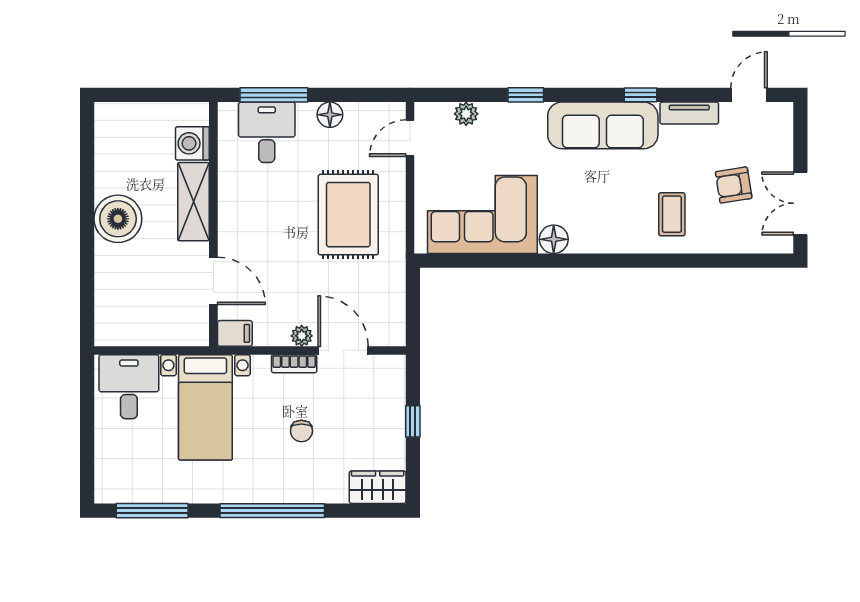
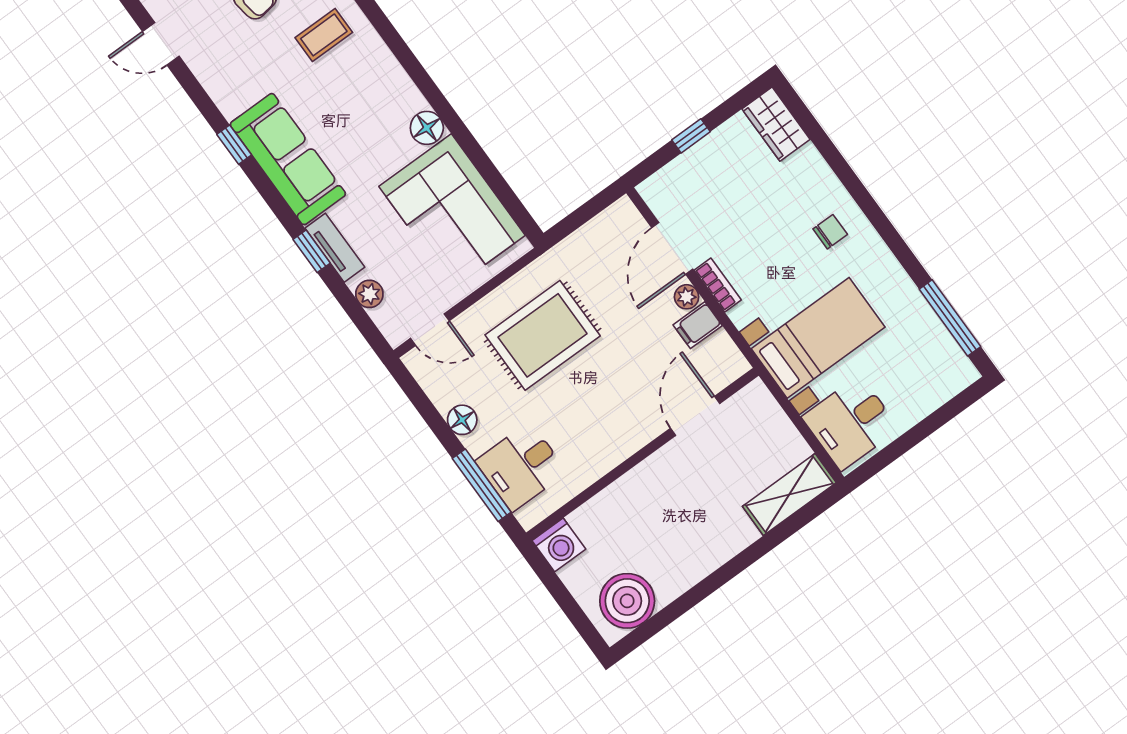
tv unit: (689, 113) -> (335, 248), moved
washing machine: (192, 143) -> (559, 545), moved
shelving: (194, 202) -> (789, 495), moved
boiler: (118, 219) -> (627, 601), moved
filing cabinet: (235, 333) -> (698, 325), moved, turned -90
chair: (301, 431) -> (830, 232), moved
window: (272, 511) -> (869, 206), removed

